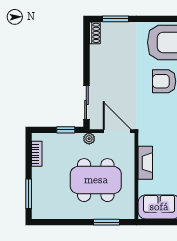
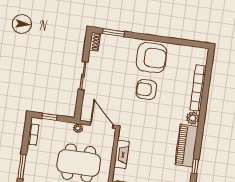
sliding door: (86, 102) -> (83, 76), moved
window: (66, 130) -> (49, 117), moved

